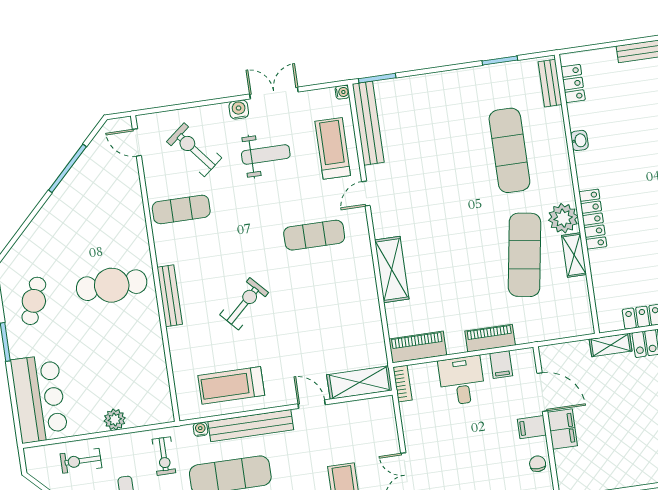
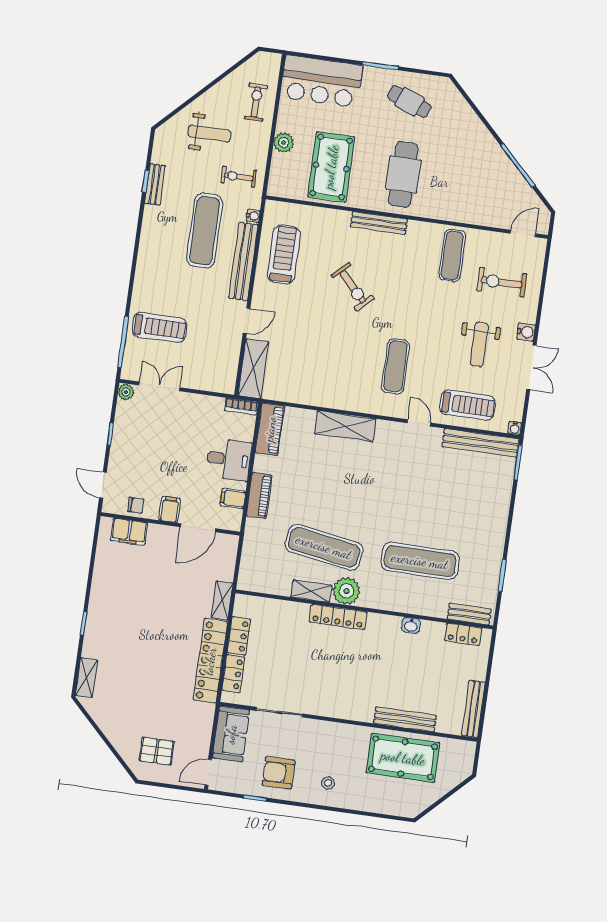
exercise bike: (194, 150) -> (502, 282), turned -141
pool table: (126, 363) -> (331, 167), added
filing cabinet: (562, 429) -> (129, 532), moved

